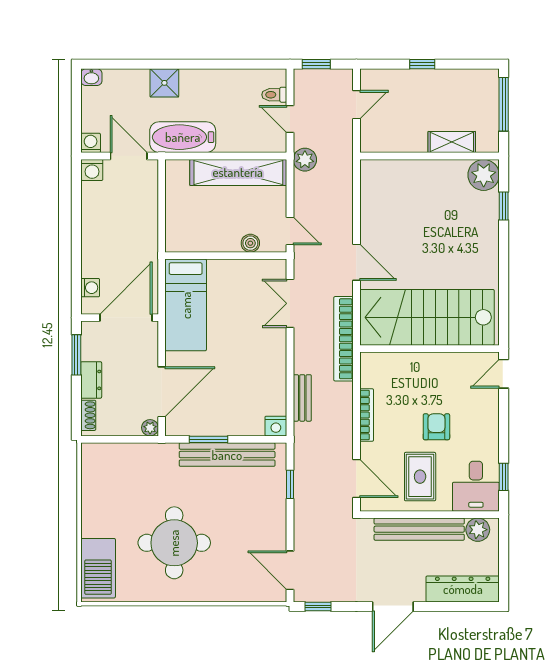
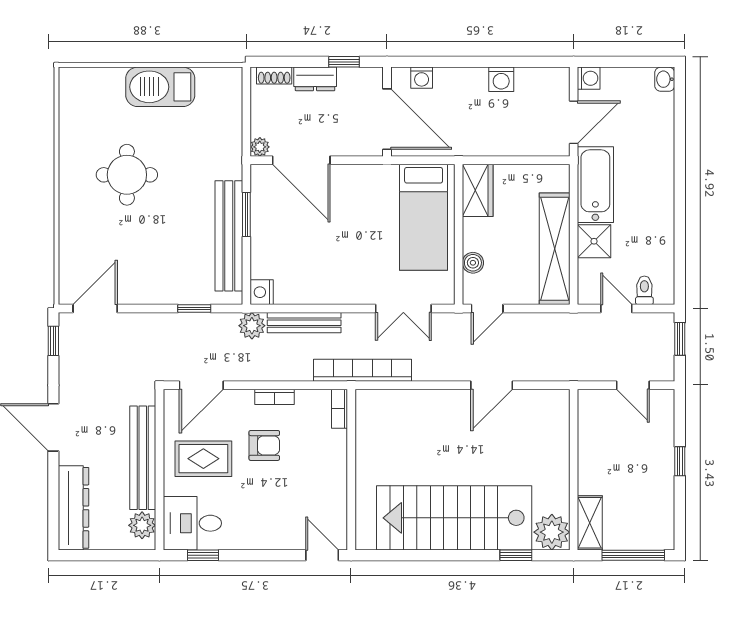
shower: (164, 83) -> (594, 241), moved
door: (290, 119) -> (616, 309), hinge flipped
shelving: (452, 142) -> (590, 523), moved
plant: (305, 160) -> (252, 326), moved
washing machine: (92, 170) -> (501, 79), moved, turned -90
wardrobe: (188, 239) -> (478, 190), added
door: (356, 262) -> (492, 385), moved
double door: (290, 303) -> (403, 309), swing flipped
bed: (186, 305) -> (424, 217), moved, turned -90
stairs: (427, 317) -> (454, 518), moved, turned -90
window: (76, 355) -> (344, 62), width x0.67
bookcase: (377, 359) -> (340, 409), added
bench: (302, 398) -> (304, 323), width x1.36
bookcase: (367, 415) -> (274, 397), width x0.64
armchair: (436, 427) -> (264, 445), moved
round table: (174, 543) -> (127, 175), width x0.73, depth x0.73
barbecue: (98, 568) -> (160, 87), moved

